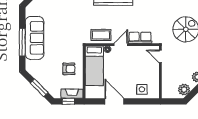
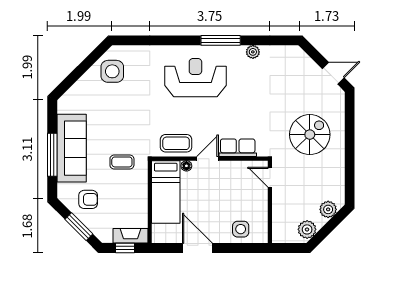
coffee table: (67, 47) -> (122, 162), added
armchair: (69, 69) -> (88, 199), moved

